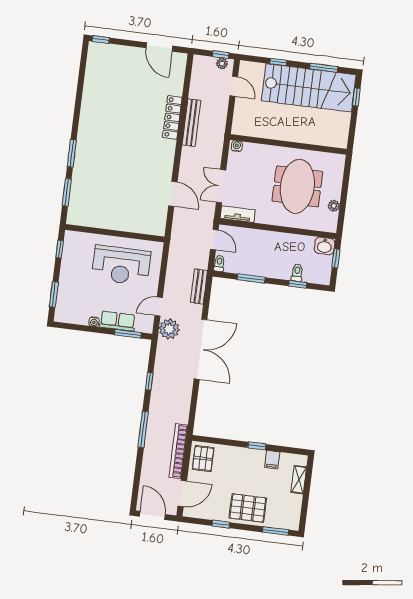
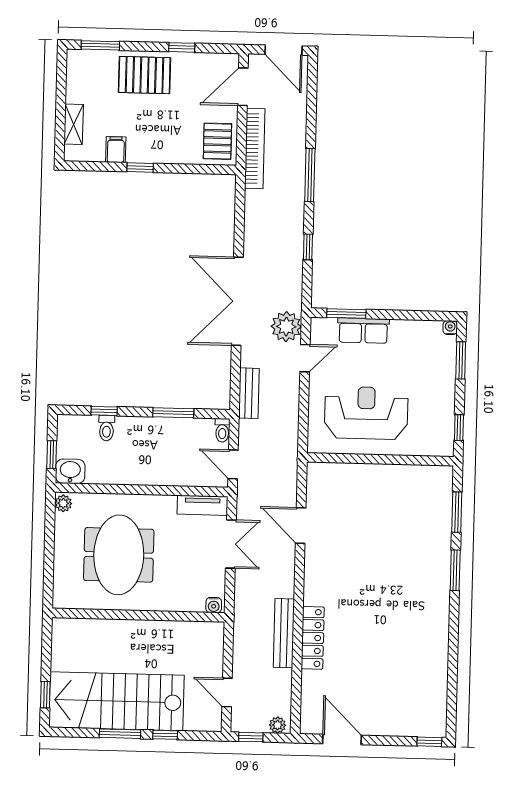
plant: (222, 64) -> (278, 725), moved
window: (324, 68) -> (120, 734), moved
plant: (334, 206) -> (63, 503), moved
water cooler: (94, 322) -> (450, 328), moved

